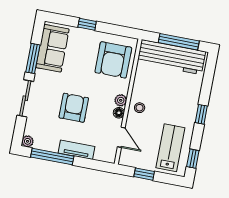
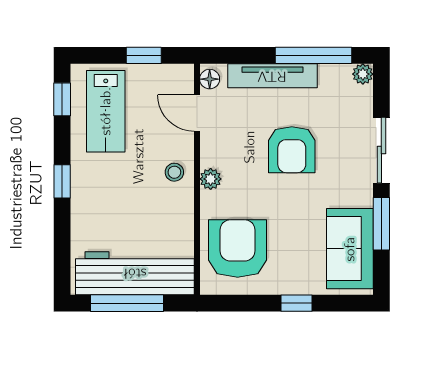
floor lamp: (119, 113) -> (210, 79), moved
tv unit: (77, 150) -> (272, 76), width x1.41

